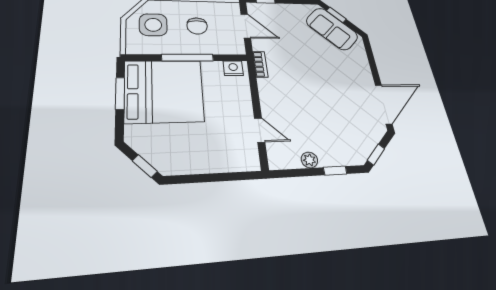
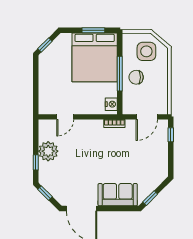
window: (336, 15) -> (150, 198), moved
chair: (197, 26) -> (136, 77), moved
sofa: (332, 29) -> (118, 195), moved, turned 45
plant: (309, 160) -> (48, 151), width x1.87, depth x1.87

